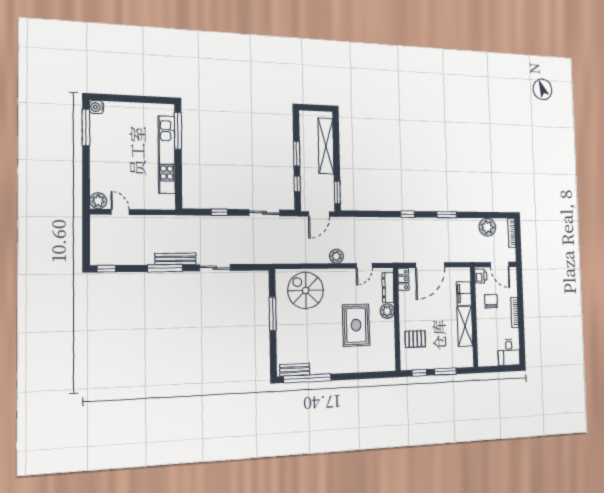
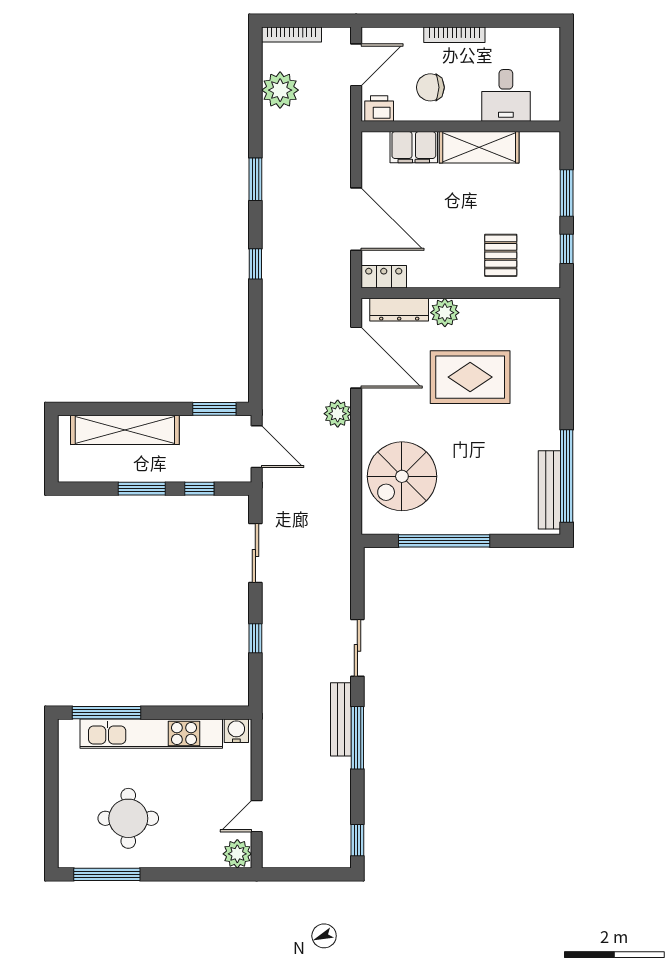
water cooler: (97, 107) -> (236, 731), moved, turned 180
round table: (119, 141) -> (128, 818), added
door: (364, 266) -> (356, 358), width x1.87
window: (273, 314) -> (444, 541), width x1.46
desk: (509, 352) -> (506, 95), moved, turned 90
bench: (295, 370) -> (549, 490), width x1.36

